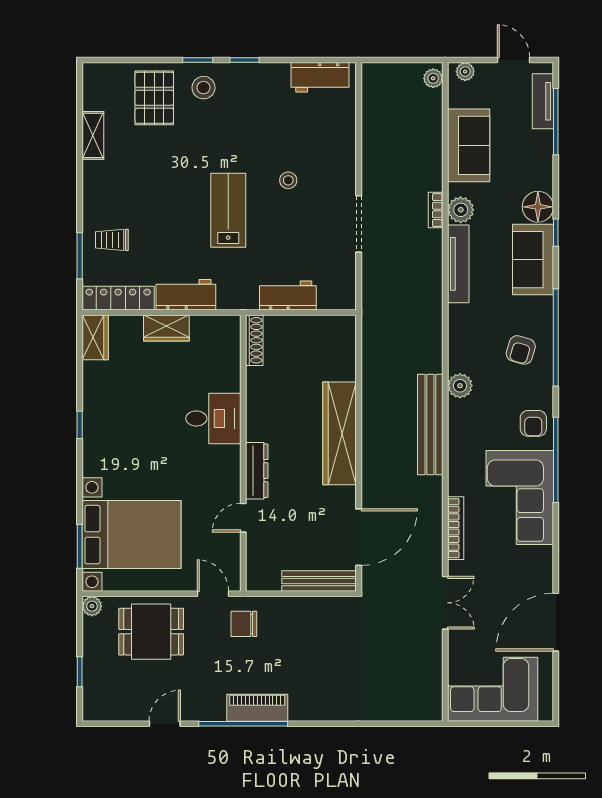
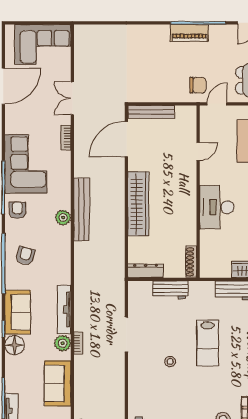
plant: (460, 386) -> (63, 218), moved
desk: (213, 418) -> (217, 207), width x1.37
dresser: (257, 471) -> (145, 271), moved, turned 90
bookcase: (456, 528) -> (66, 138), width x0.64
door: (213, 594) -> (217, 104), swing flipped

